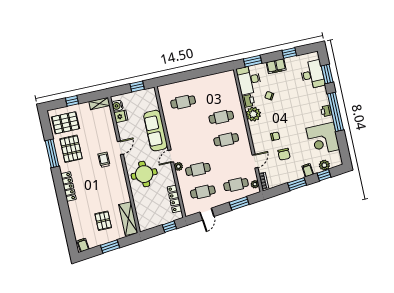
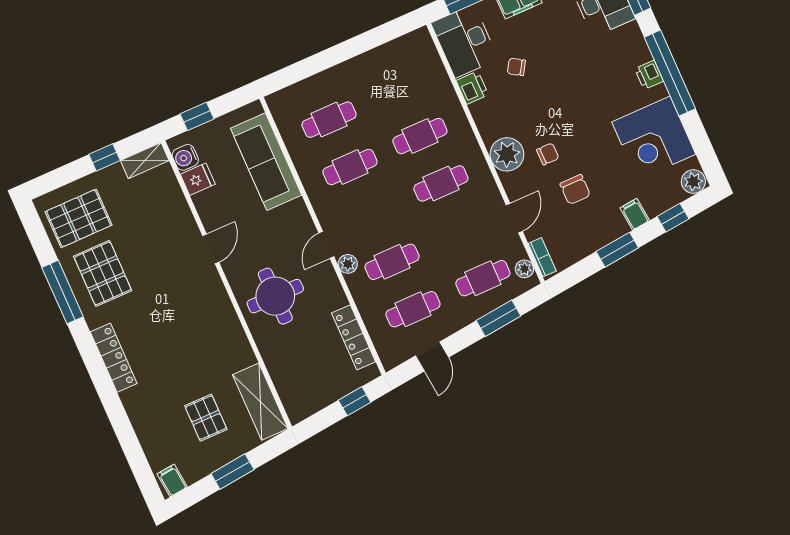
window: (137, 86) -> (197, 116), moved
window: (72, 101) -> (104, 157), moved
plant: (253, 114) -> (507, 154), moved
cafe table: (188, 124) -> (350, 167), added
sofa: (156, 131) -> (266, 162), moved
trolley: (104, 160) -> (180, 283), removed
plant: (324, 165) -> (693, 182), moved

